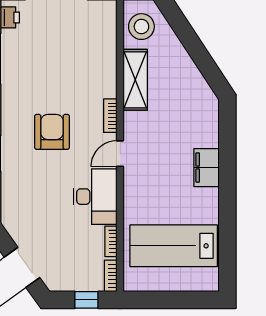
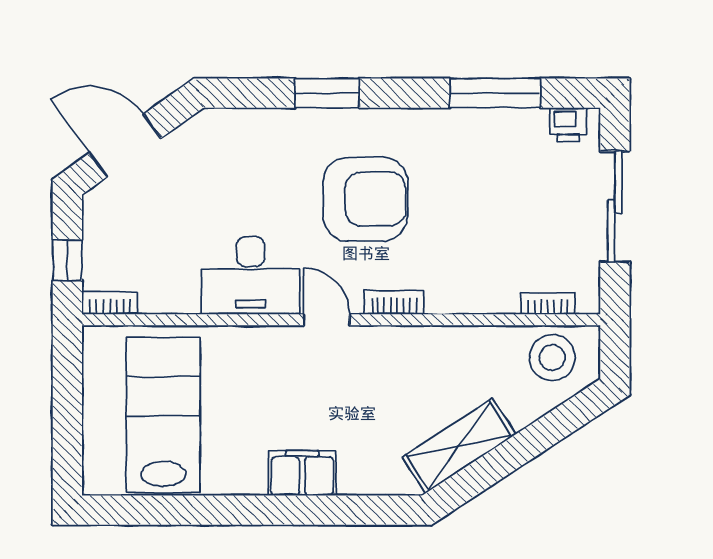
shelving: (135, 80) -> (459, 446), moved, turned -33
armchair: (52, 132) -> (365, 199), width x1.36, depth x1.36
bookcase: (111, 241) -> (548, 303), moved

